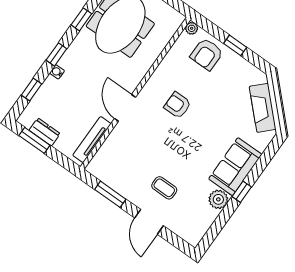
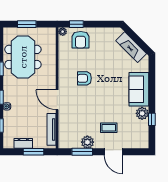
window: (235, 45) -> (76, 24), moved
window: (34, 140) -> (33, 152), moved
plant: (125, 187) -> (87, 142), added
window: (242, 192) -> (152, 119), moved

